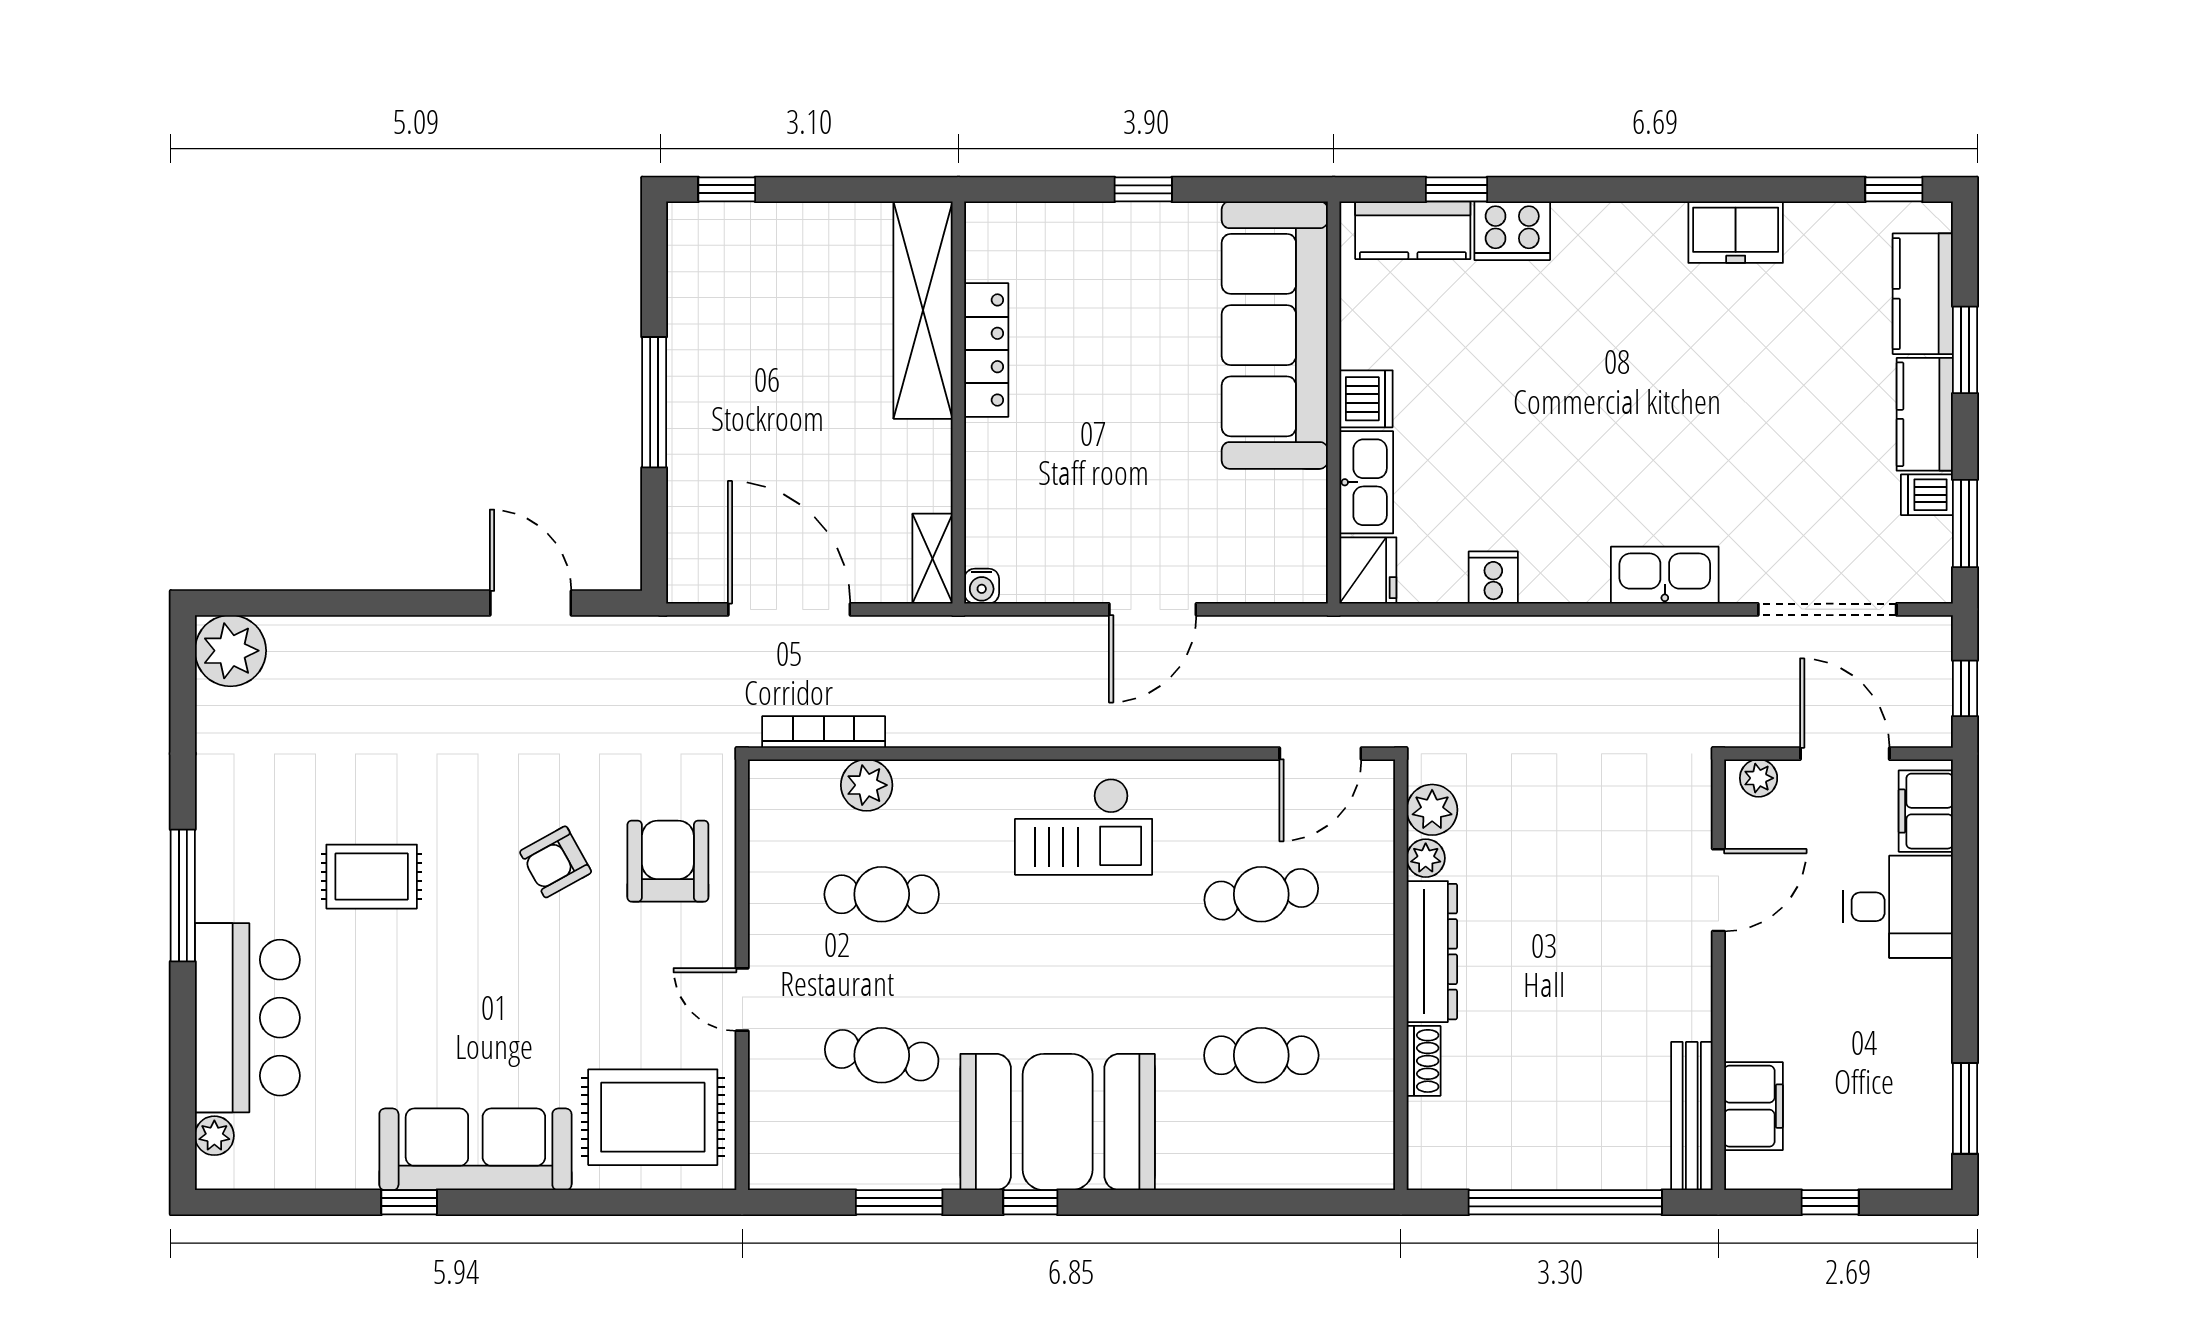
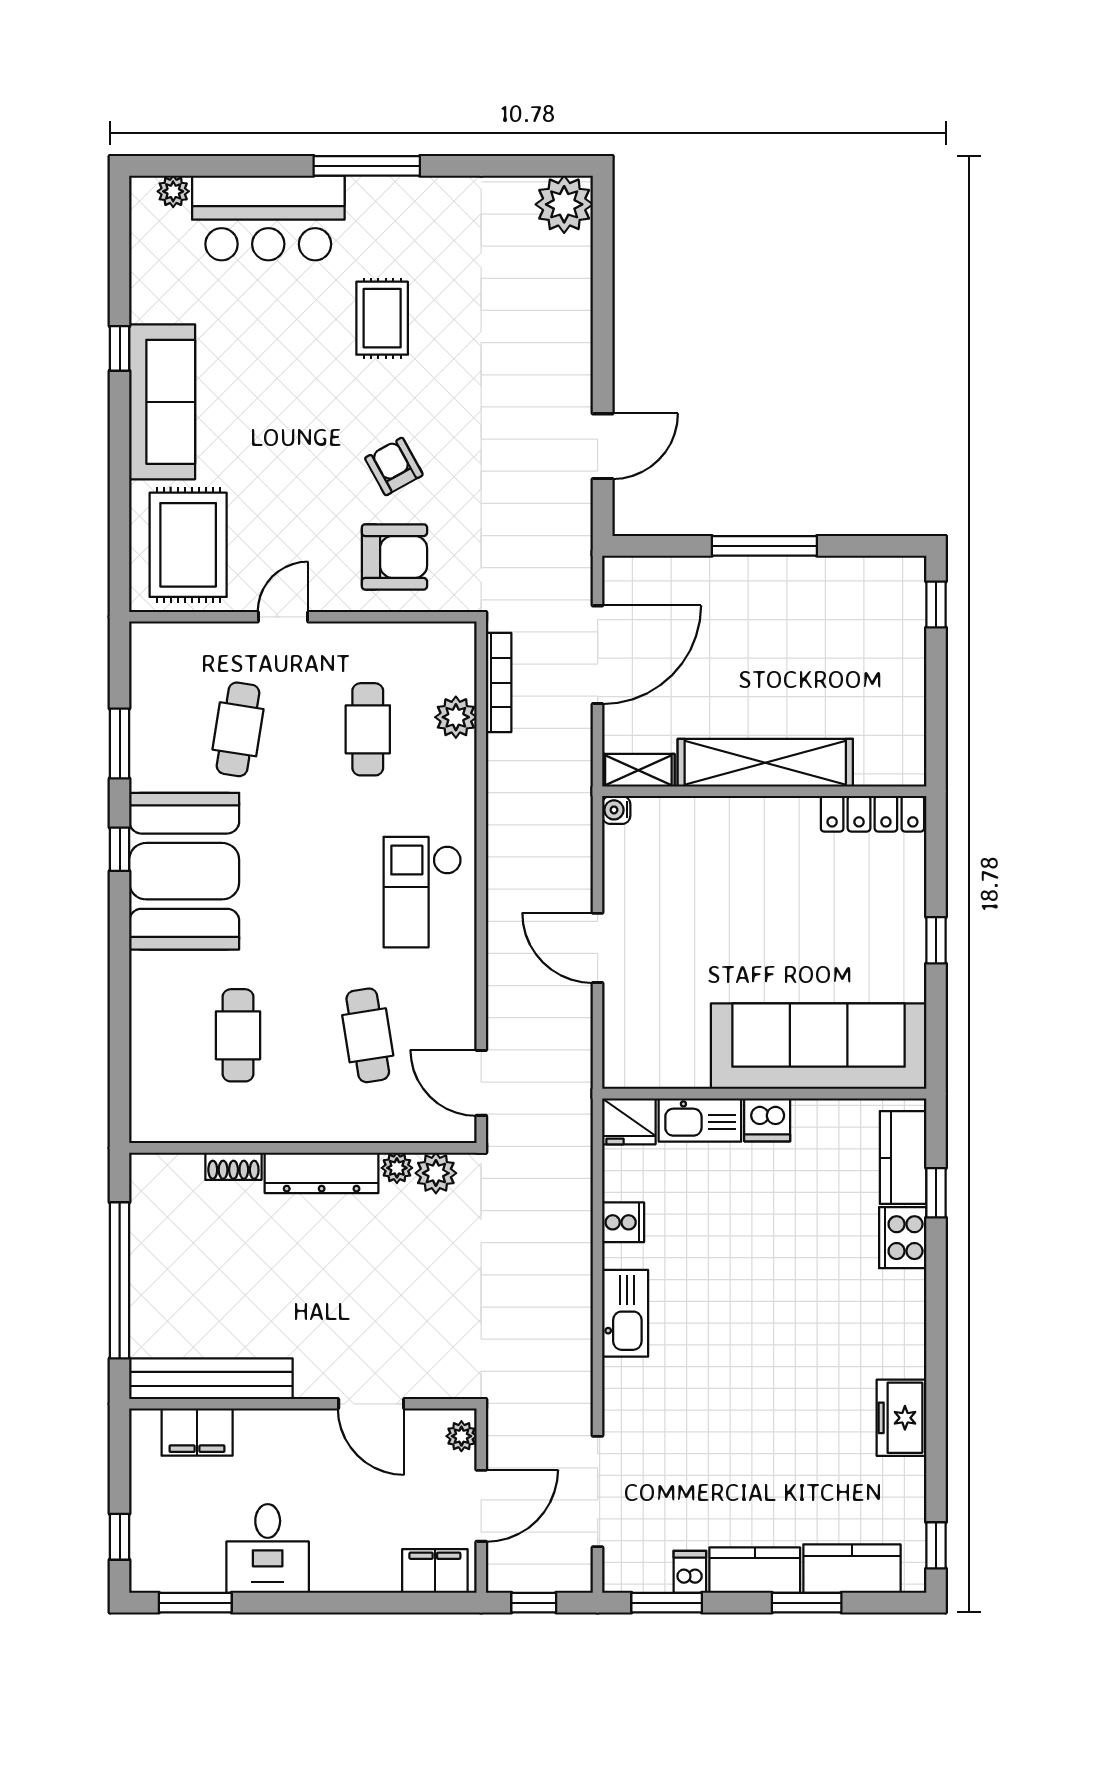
shelving: (923, 310) -> (765, 763), moved
locker: (986, 350) -> (872, 814), moved
kitchen sink: (1665, 575) -> (625, 1313), moved
desk: (1898, 907) -> (268, 1549), moved
bench: (1692, 1116) -> (211, 1379), width x1.37, depth x1.21
window: (1830, 1202) -> (120, 1537), moved

